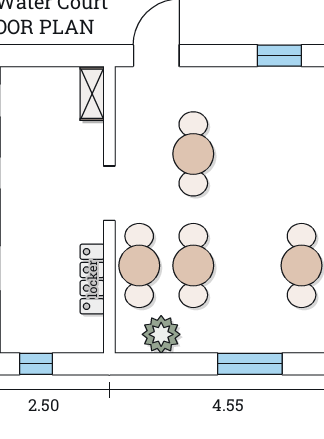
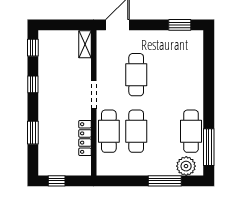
plant: (161, 334) -> (186, 166), moved

